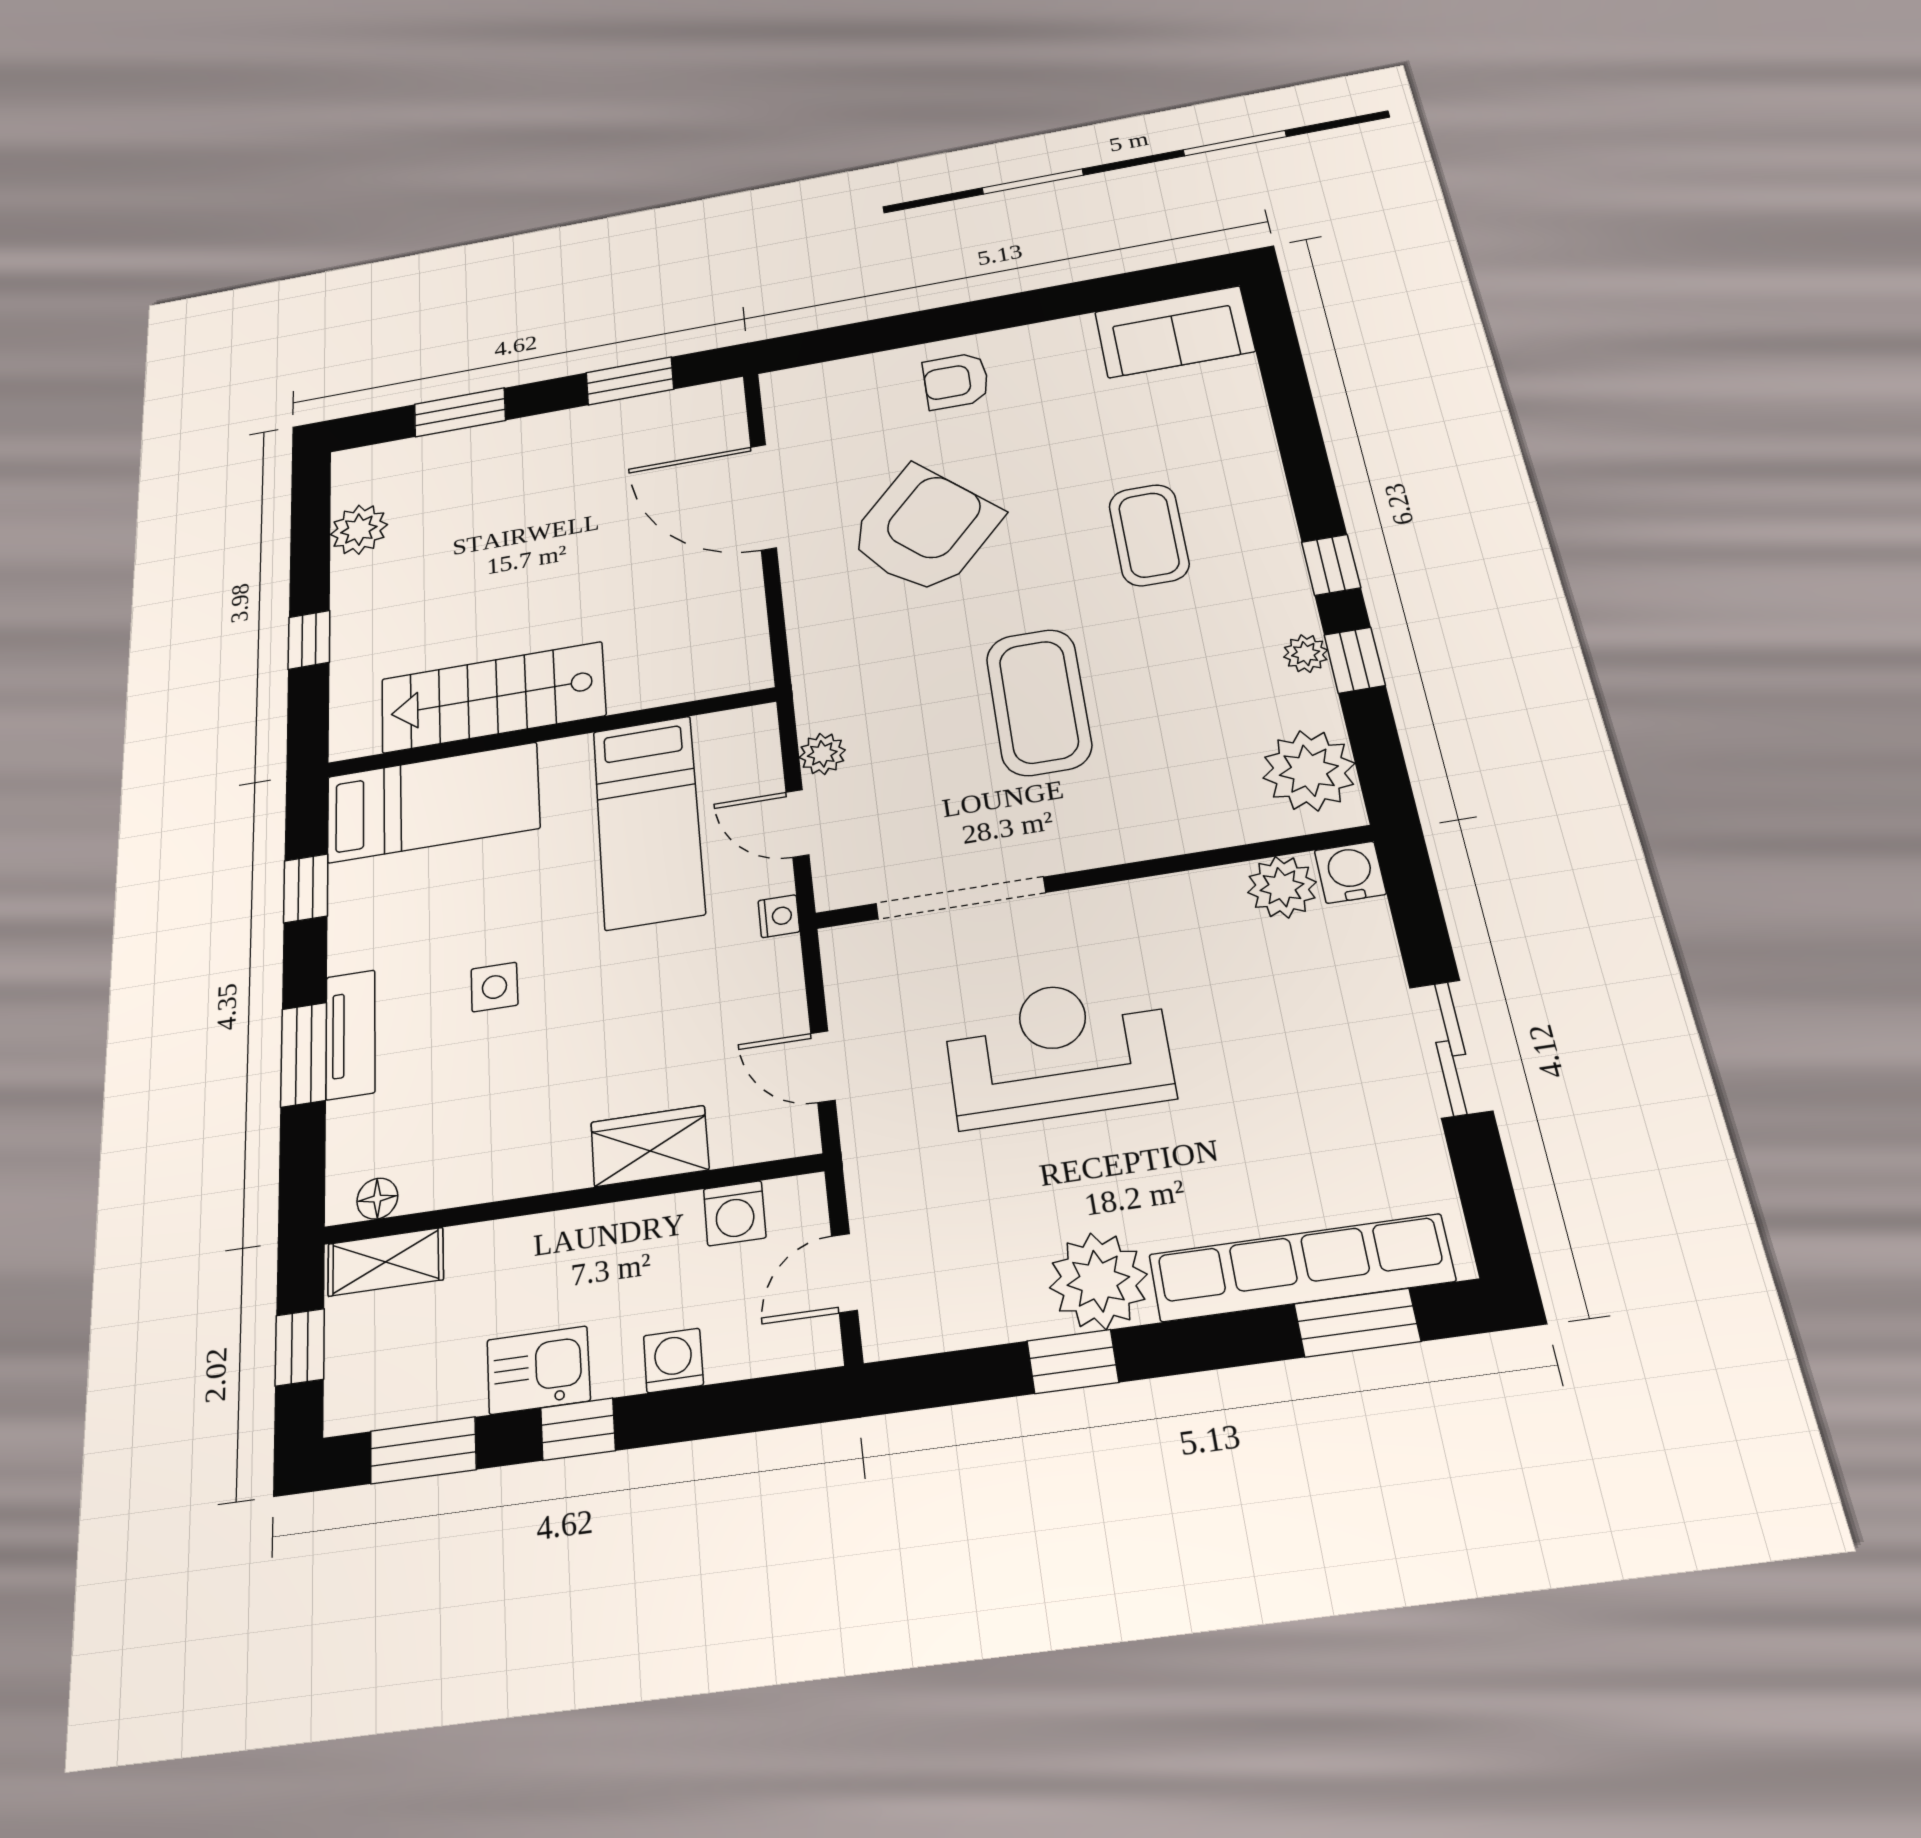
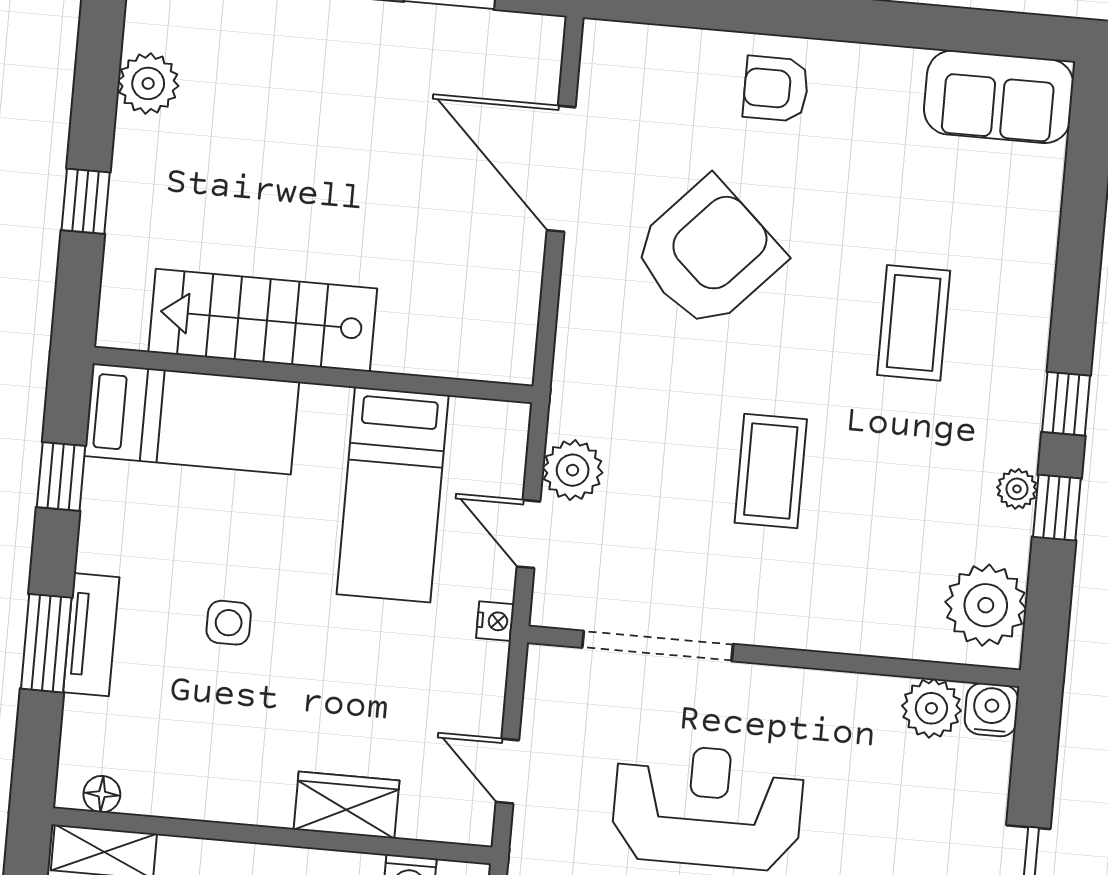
coffee table: (1039, 702) -> (771, 471), width x0.73, depth x0.76
plant: (822, 754) -> (573, 470), width x1.38, depth x1.38

